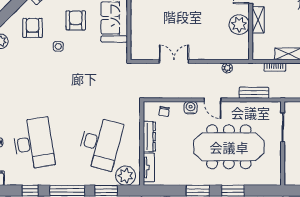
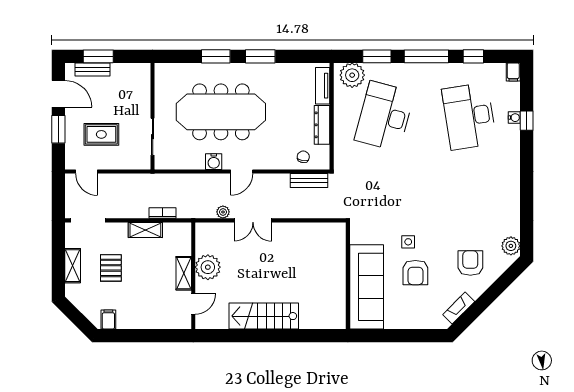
armchair: (33, 28) -> (470, 263), turned 180
side table: (58, 46) -> (408, 242), moved
double door: (174, 61) -> (253, 220), moved
bench: (254, 93) -> (309, 181), moved
door: (213, 100) -> (242, 172), swing flipped
water cooler: (191, 108) -> (214, 162), moved

